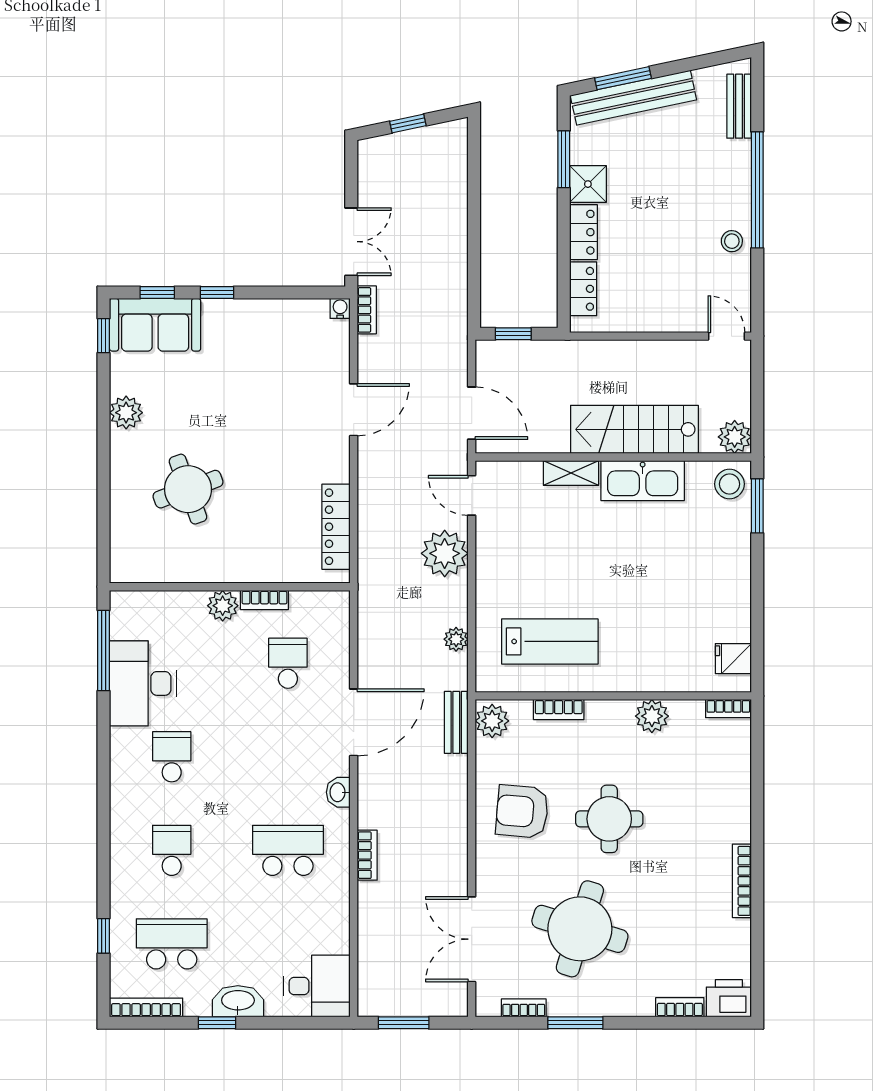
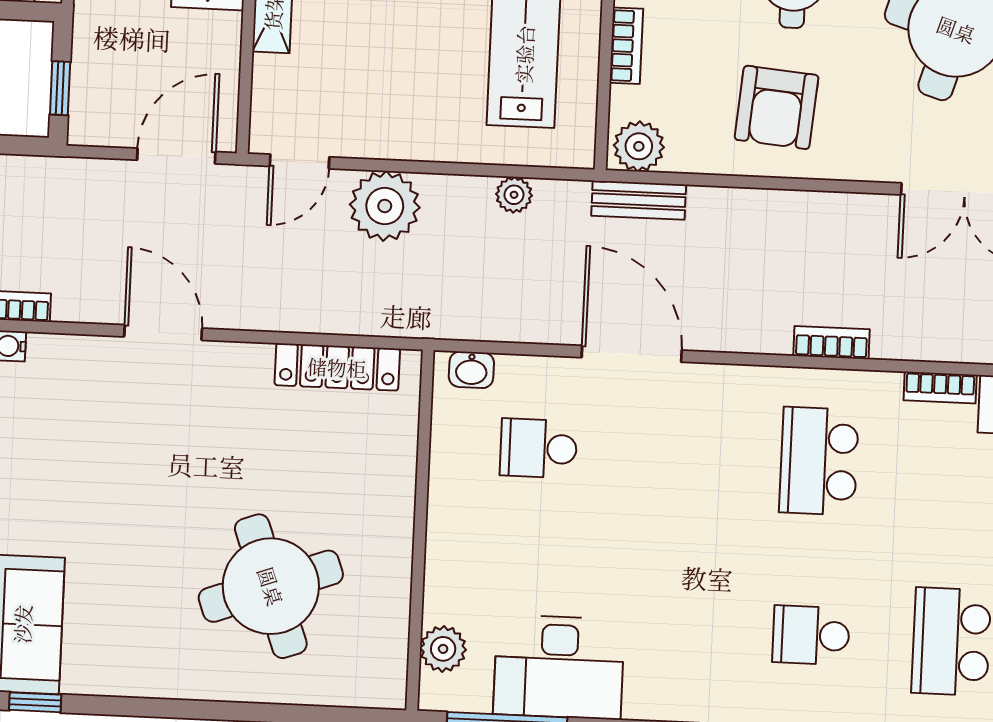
plant: (126, 413) -> (152, 674), removed
round table: (188, 489) -> (271, 586), width x1.36, depth x1.36
bookcase: (264, 600) -> (940, 388), moved, turned 90
plant: (223, 606) -> (443, 649), moved
school desk: (172, 757) -> (671, 629), removed
washbasin: (338, 792) -> (471, 370), moved

